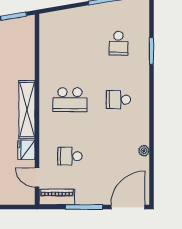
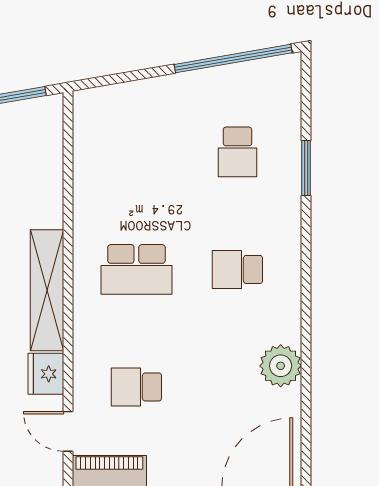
plant: (144, 151) -> (281, 366), width x1.88, depth x1.88

